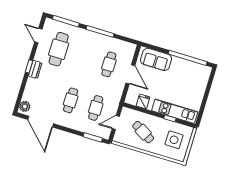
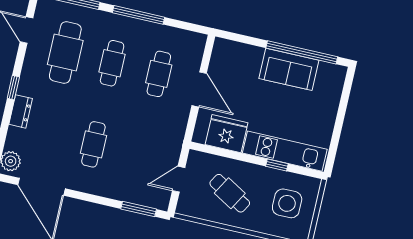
sofa: (156, 59) -> (289, 69), moved
dresser: (35, 69) -> (21, 111), moved
fridge: (143, 102) -> (227, 134), width x1.88, depth x1.34
cafe table: (96, 108) -> (112, 63), moved

